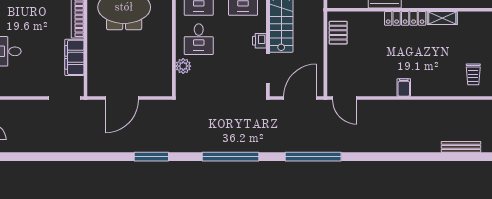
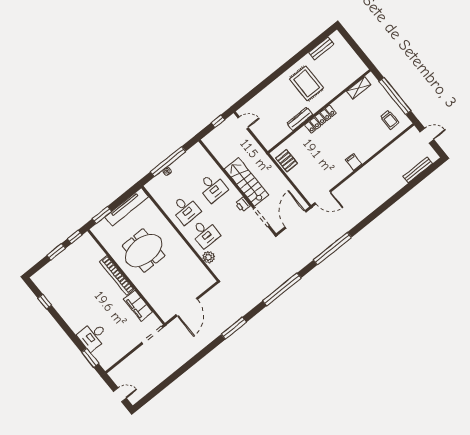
shelving: (442, 18) -> (359, 88), moved

